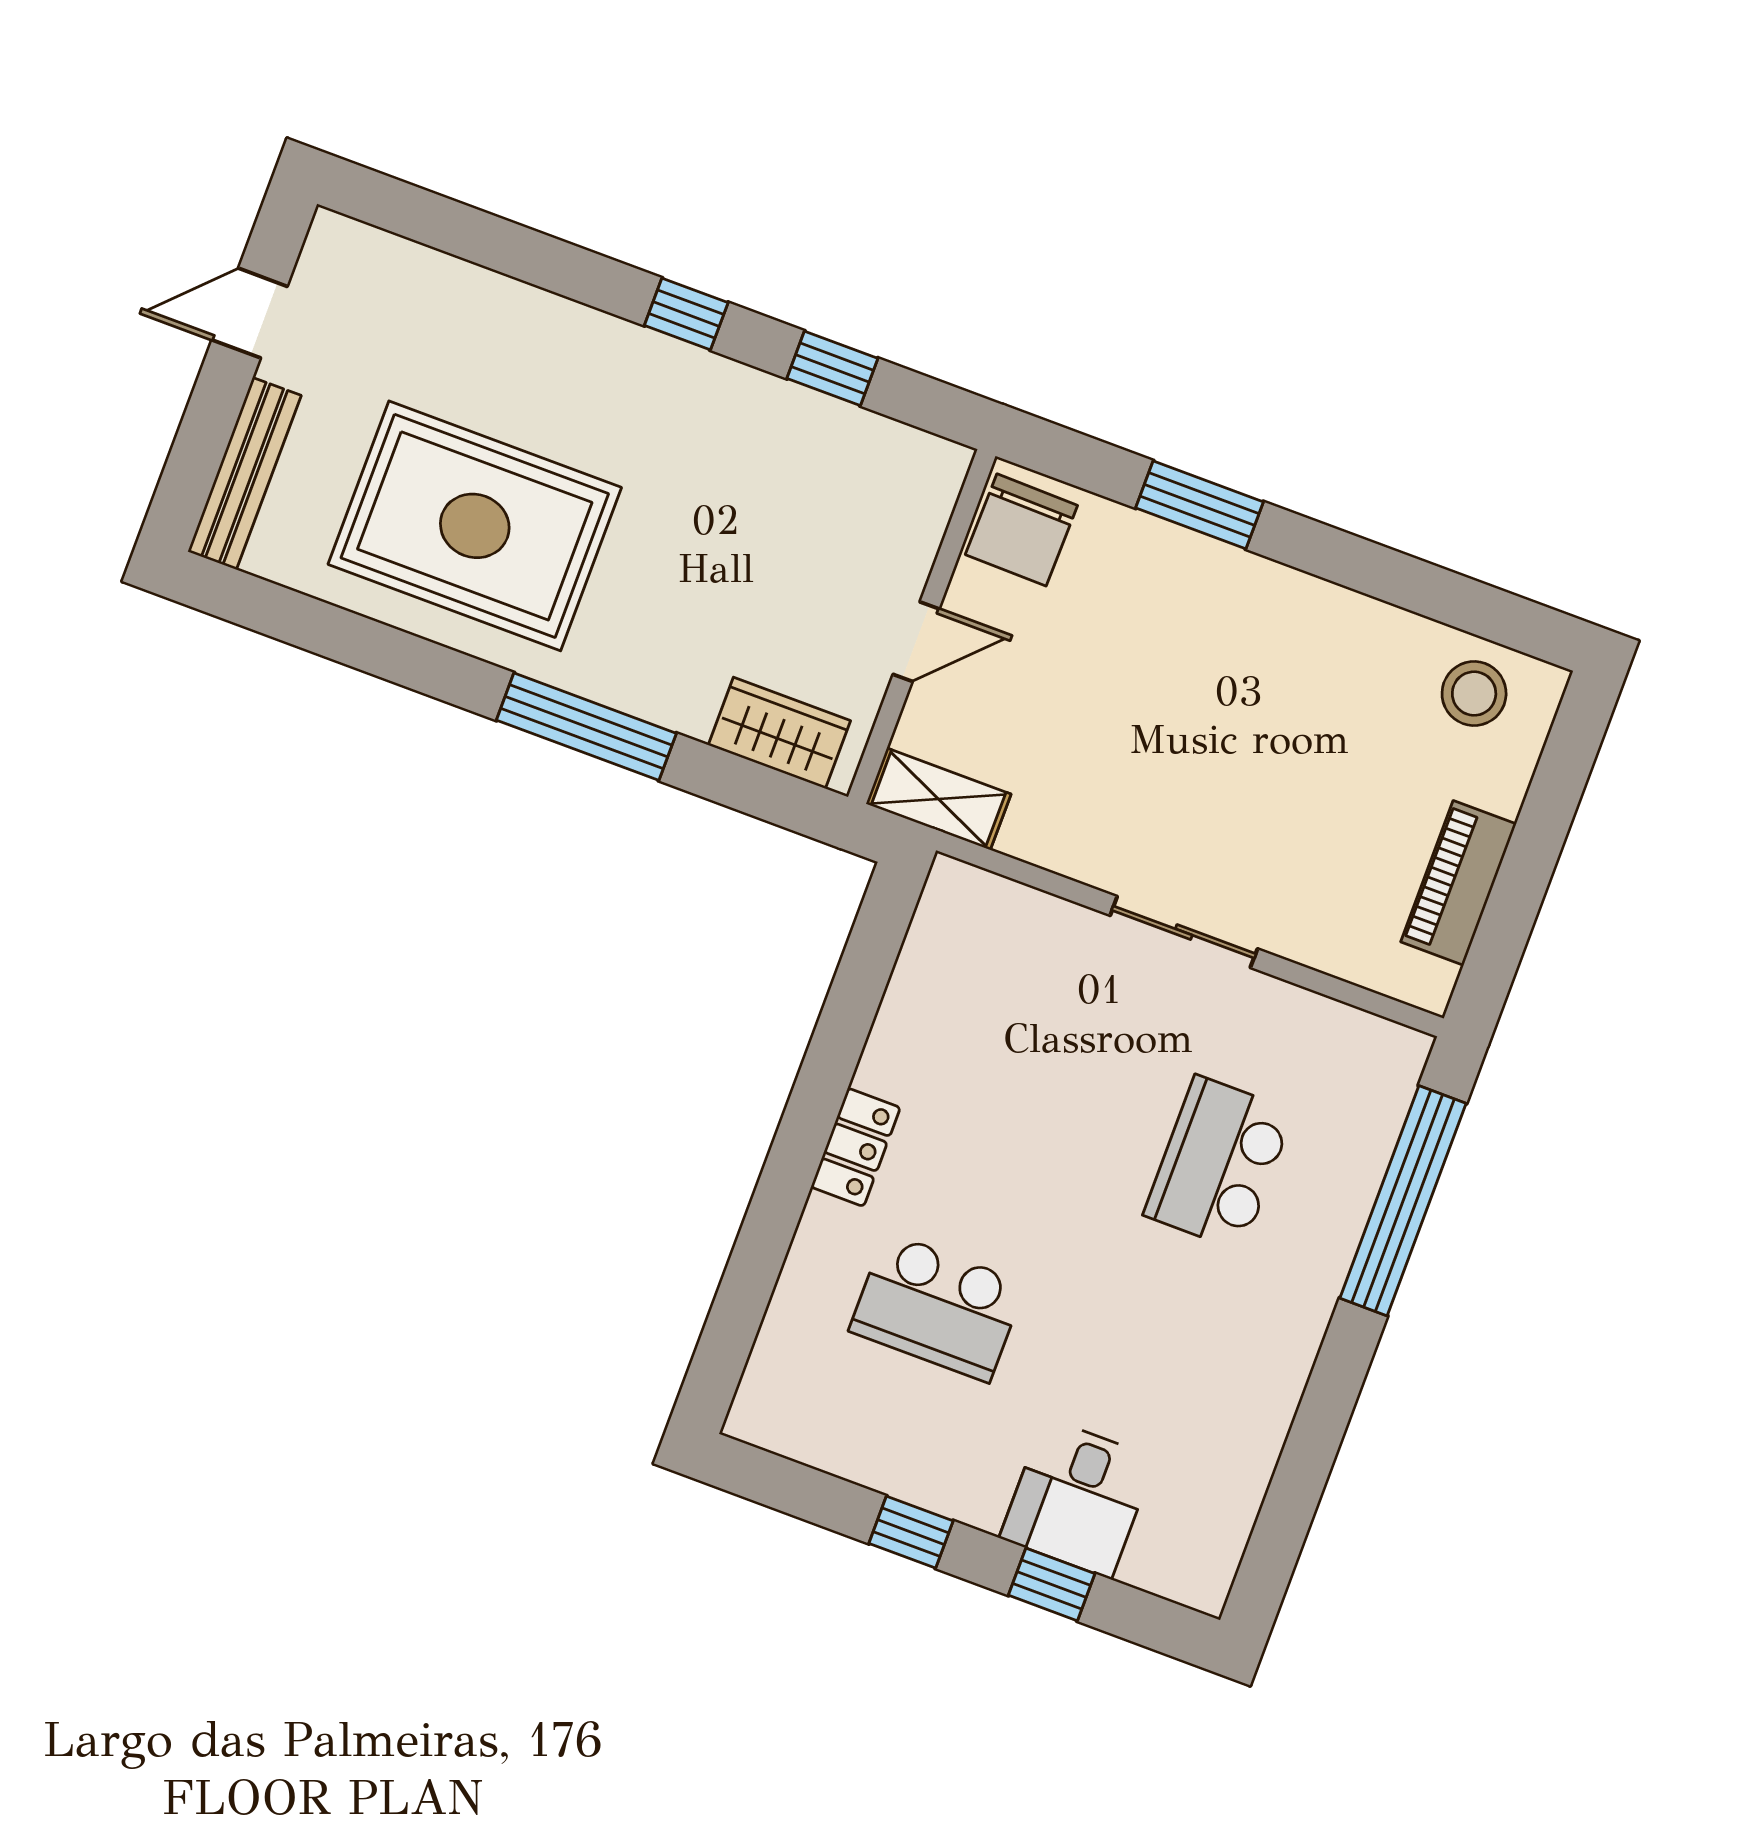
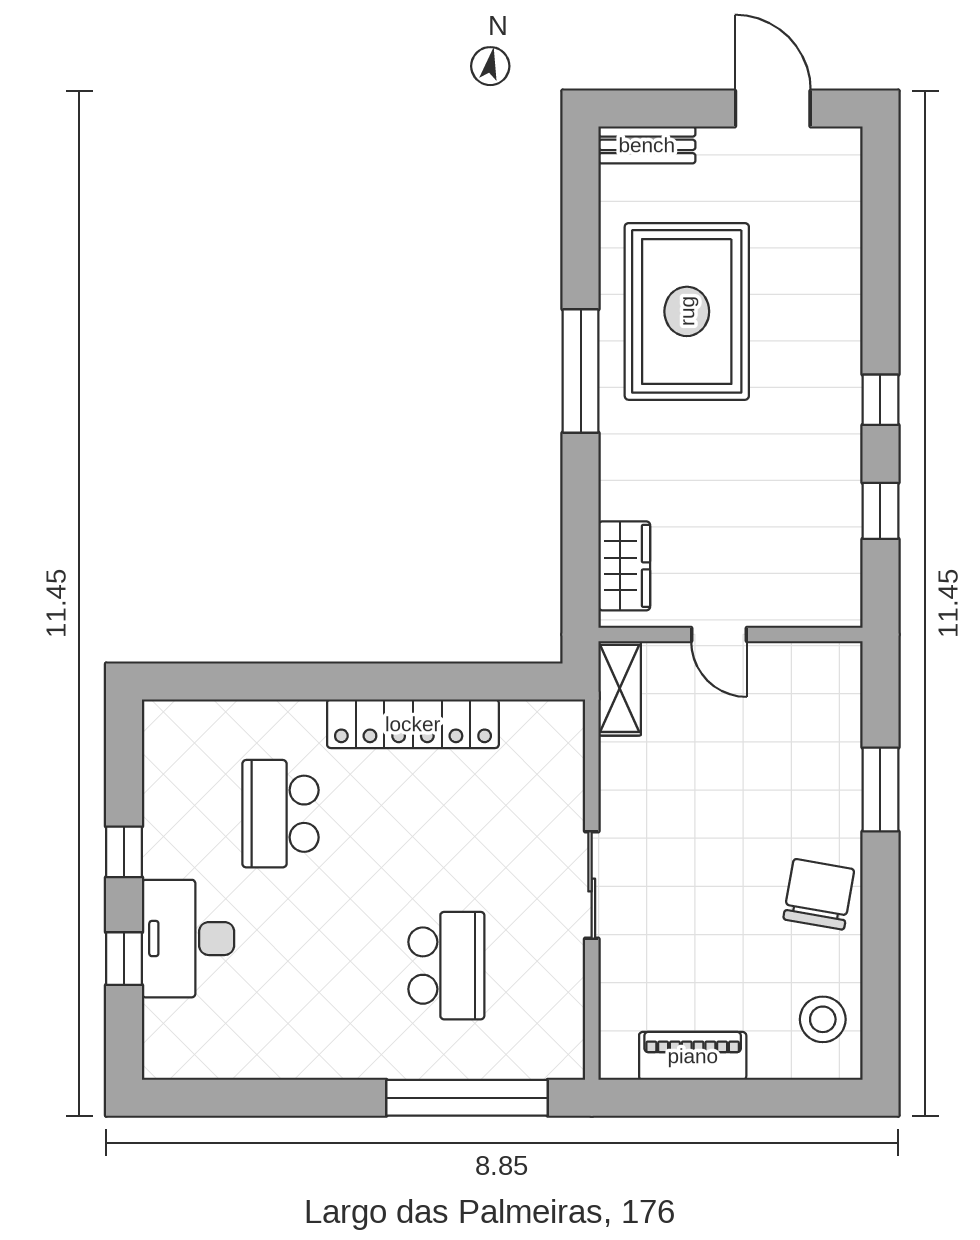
door: (250, 313) -> (773, 108), width x1.38
bench: (244, 474) -> (647, 145), width x0.73
chair: (1021, 530) -> (819, 894), moved, turned 99
window: (586, 727) -> (581, 371), moved
locker: (856, 1147) -> (413, 724), width x2.16, depth x1.21
school desk: (1219, 1163) -> (446, 966), turned 90
desk: (1078, 1498) -> (188, 939), width x1.37

